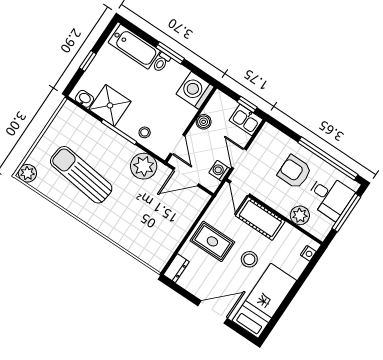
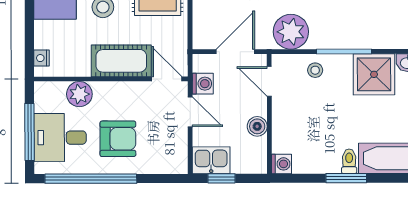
washing machine: (195, 90) -> (282, 164), width x0.53, depth x0.53

